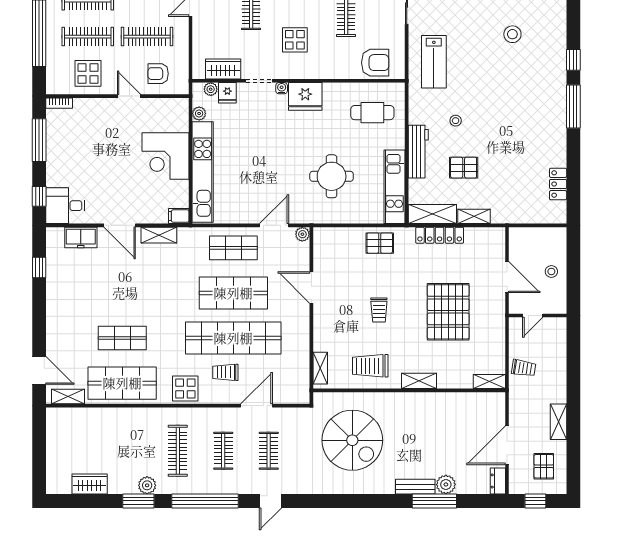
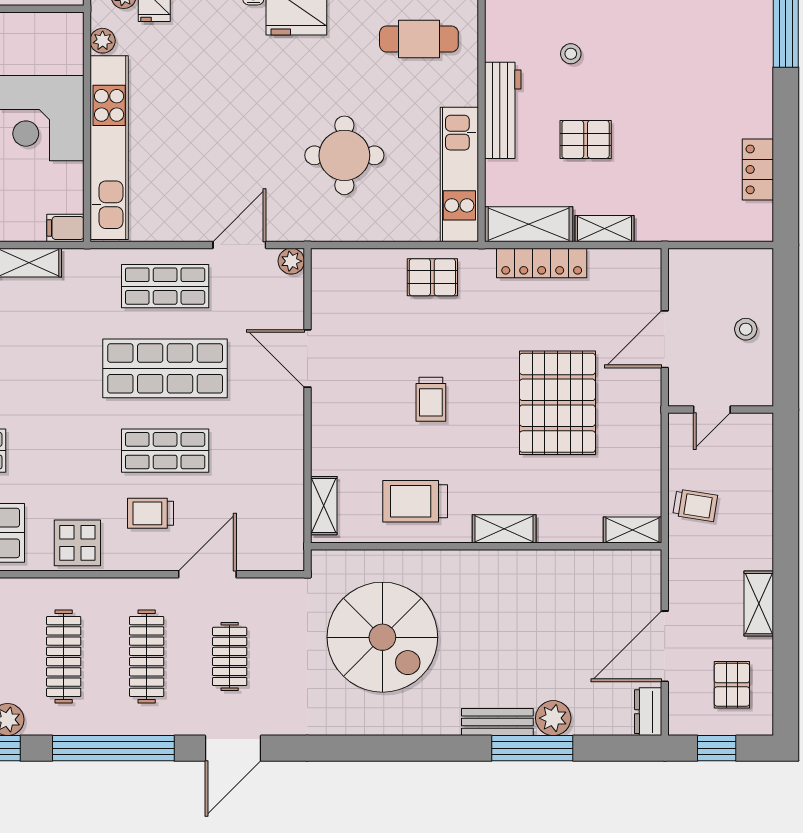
door: (507, 277) -> (665, 339), swing flipped
shop shelf: (233, 338) -> (165, 451), width x0.50, depth x0.74
clothes rail: (223, 451) -> (147, 656), width x1.36
door: (271, 501) -> (233, 748), width x1.38

